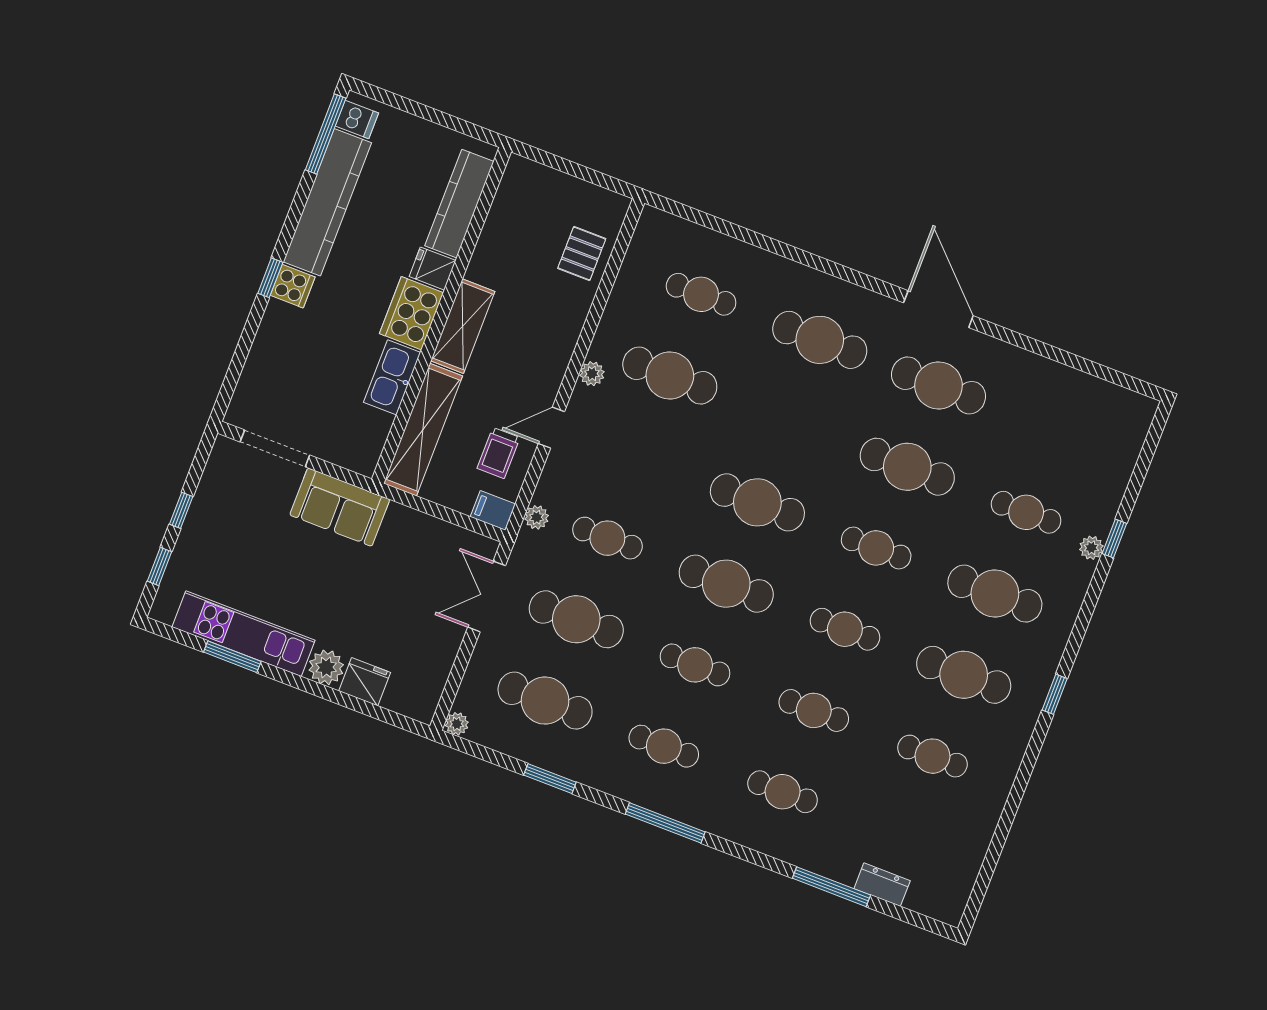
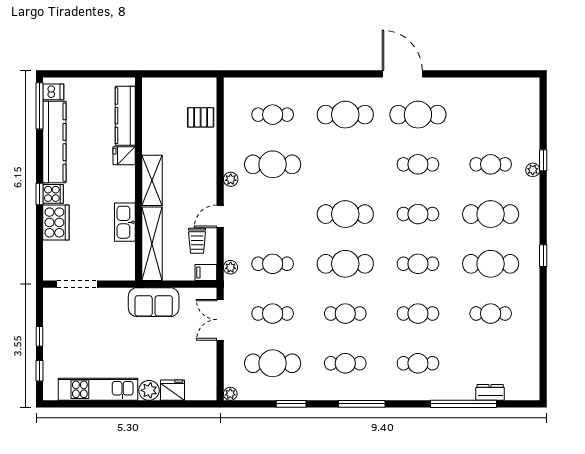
pallet: (582, 254) -> (201, 117), turned 90
cooker: (412, 313) -> (56, 222), moved, turned 180
cafe table: (907, 467) -> (418, 164), width x0.73, depth x0.74
sofa: (340, 507) -> (154, 302), moved
cafe table: (576, 619) -> (273, 314), width x0.73, depth x0.74
window: (232, 657) -> (97, 404), removed
window: (831, 887) -> (463, 404), width x1.46

